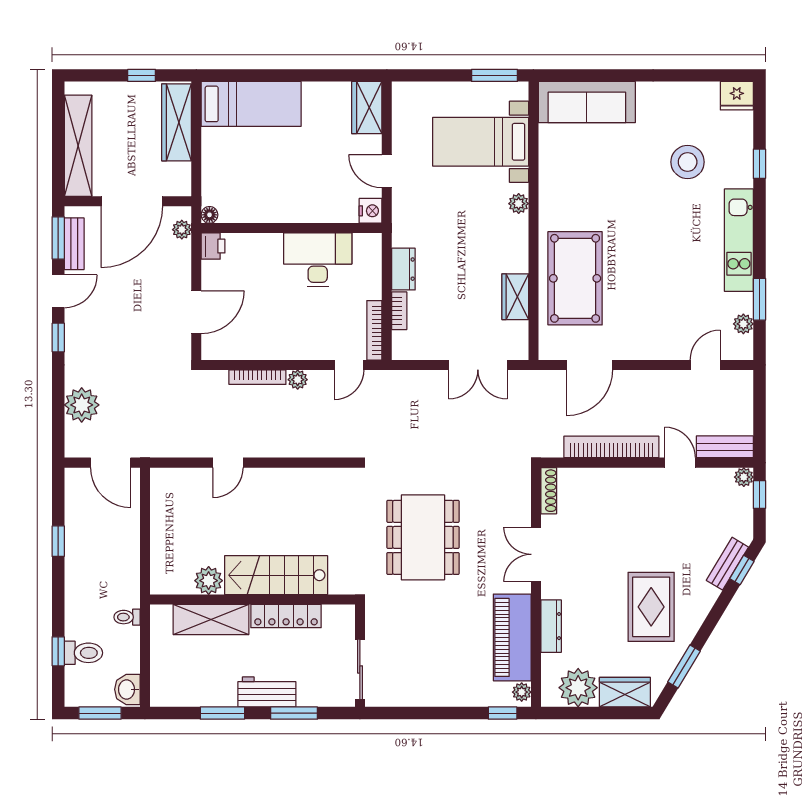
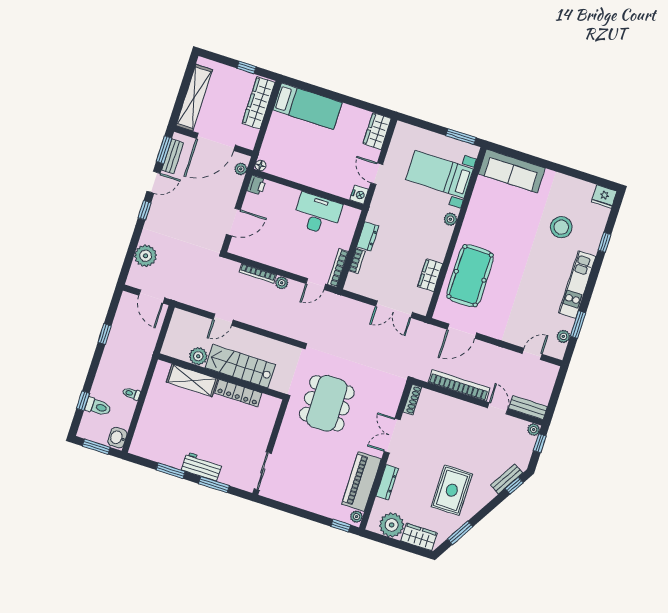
stairs: (276, 575) -> (240, 366), moved
plant: (209, 581) -> (198, 356), moved
wall: (252, 599) -> (221, 376), moved
locker: (286, 616) -> (238, 393), moved
shelving: (211, 619) -> (192, 380), moved

